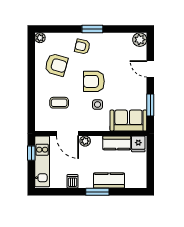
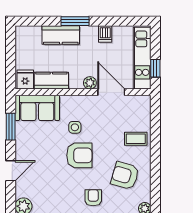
armchair: (82, 47) -> (93, 198), turned -103
door: (150, 69) -> (11, 171), hinge flipped
coffee table: (59, 103) -> (136, 139), moved

